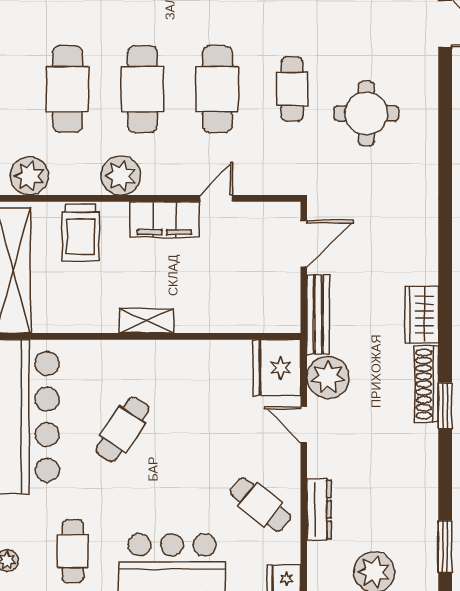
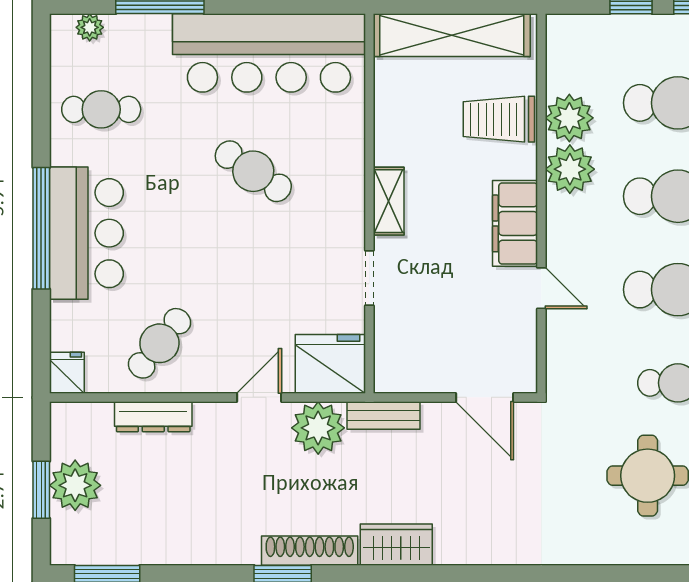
plant: (29, 176) -> (569, 118), moved
bench: (318, 314) -> (384, 415), width x0.73
doorway: (208, 336) -> (369, 278), added

